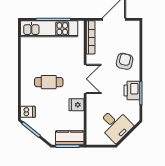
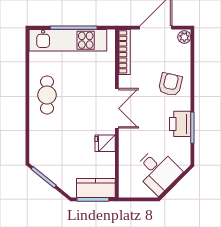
plant: (135, 26) -> (184, 37), added
cafe table: (49, 82) -> (47, 95), moved, turned 90
dishwasher: (28, 112) -> (39, 153), removed

